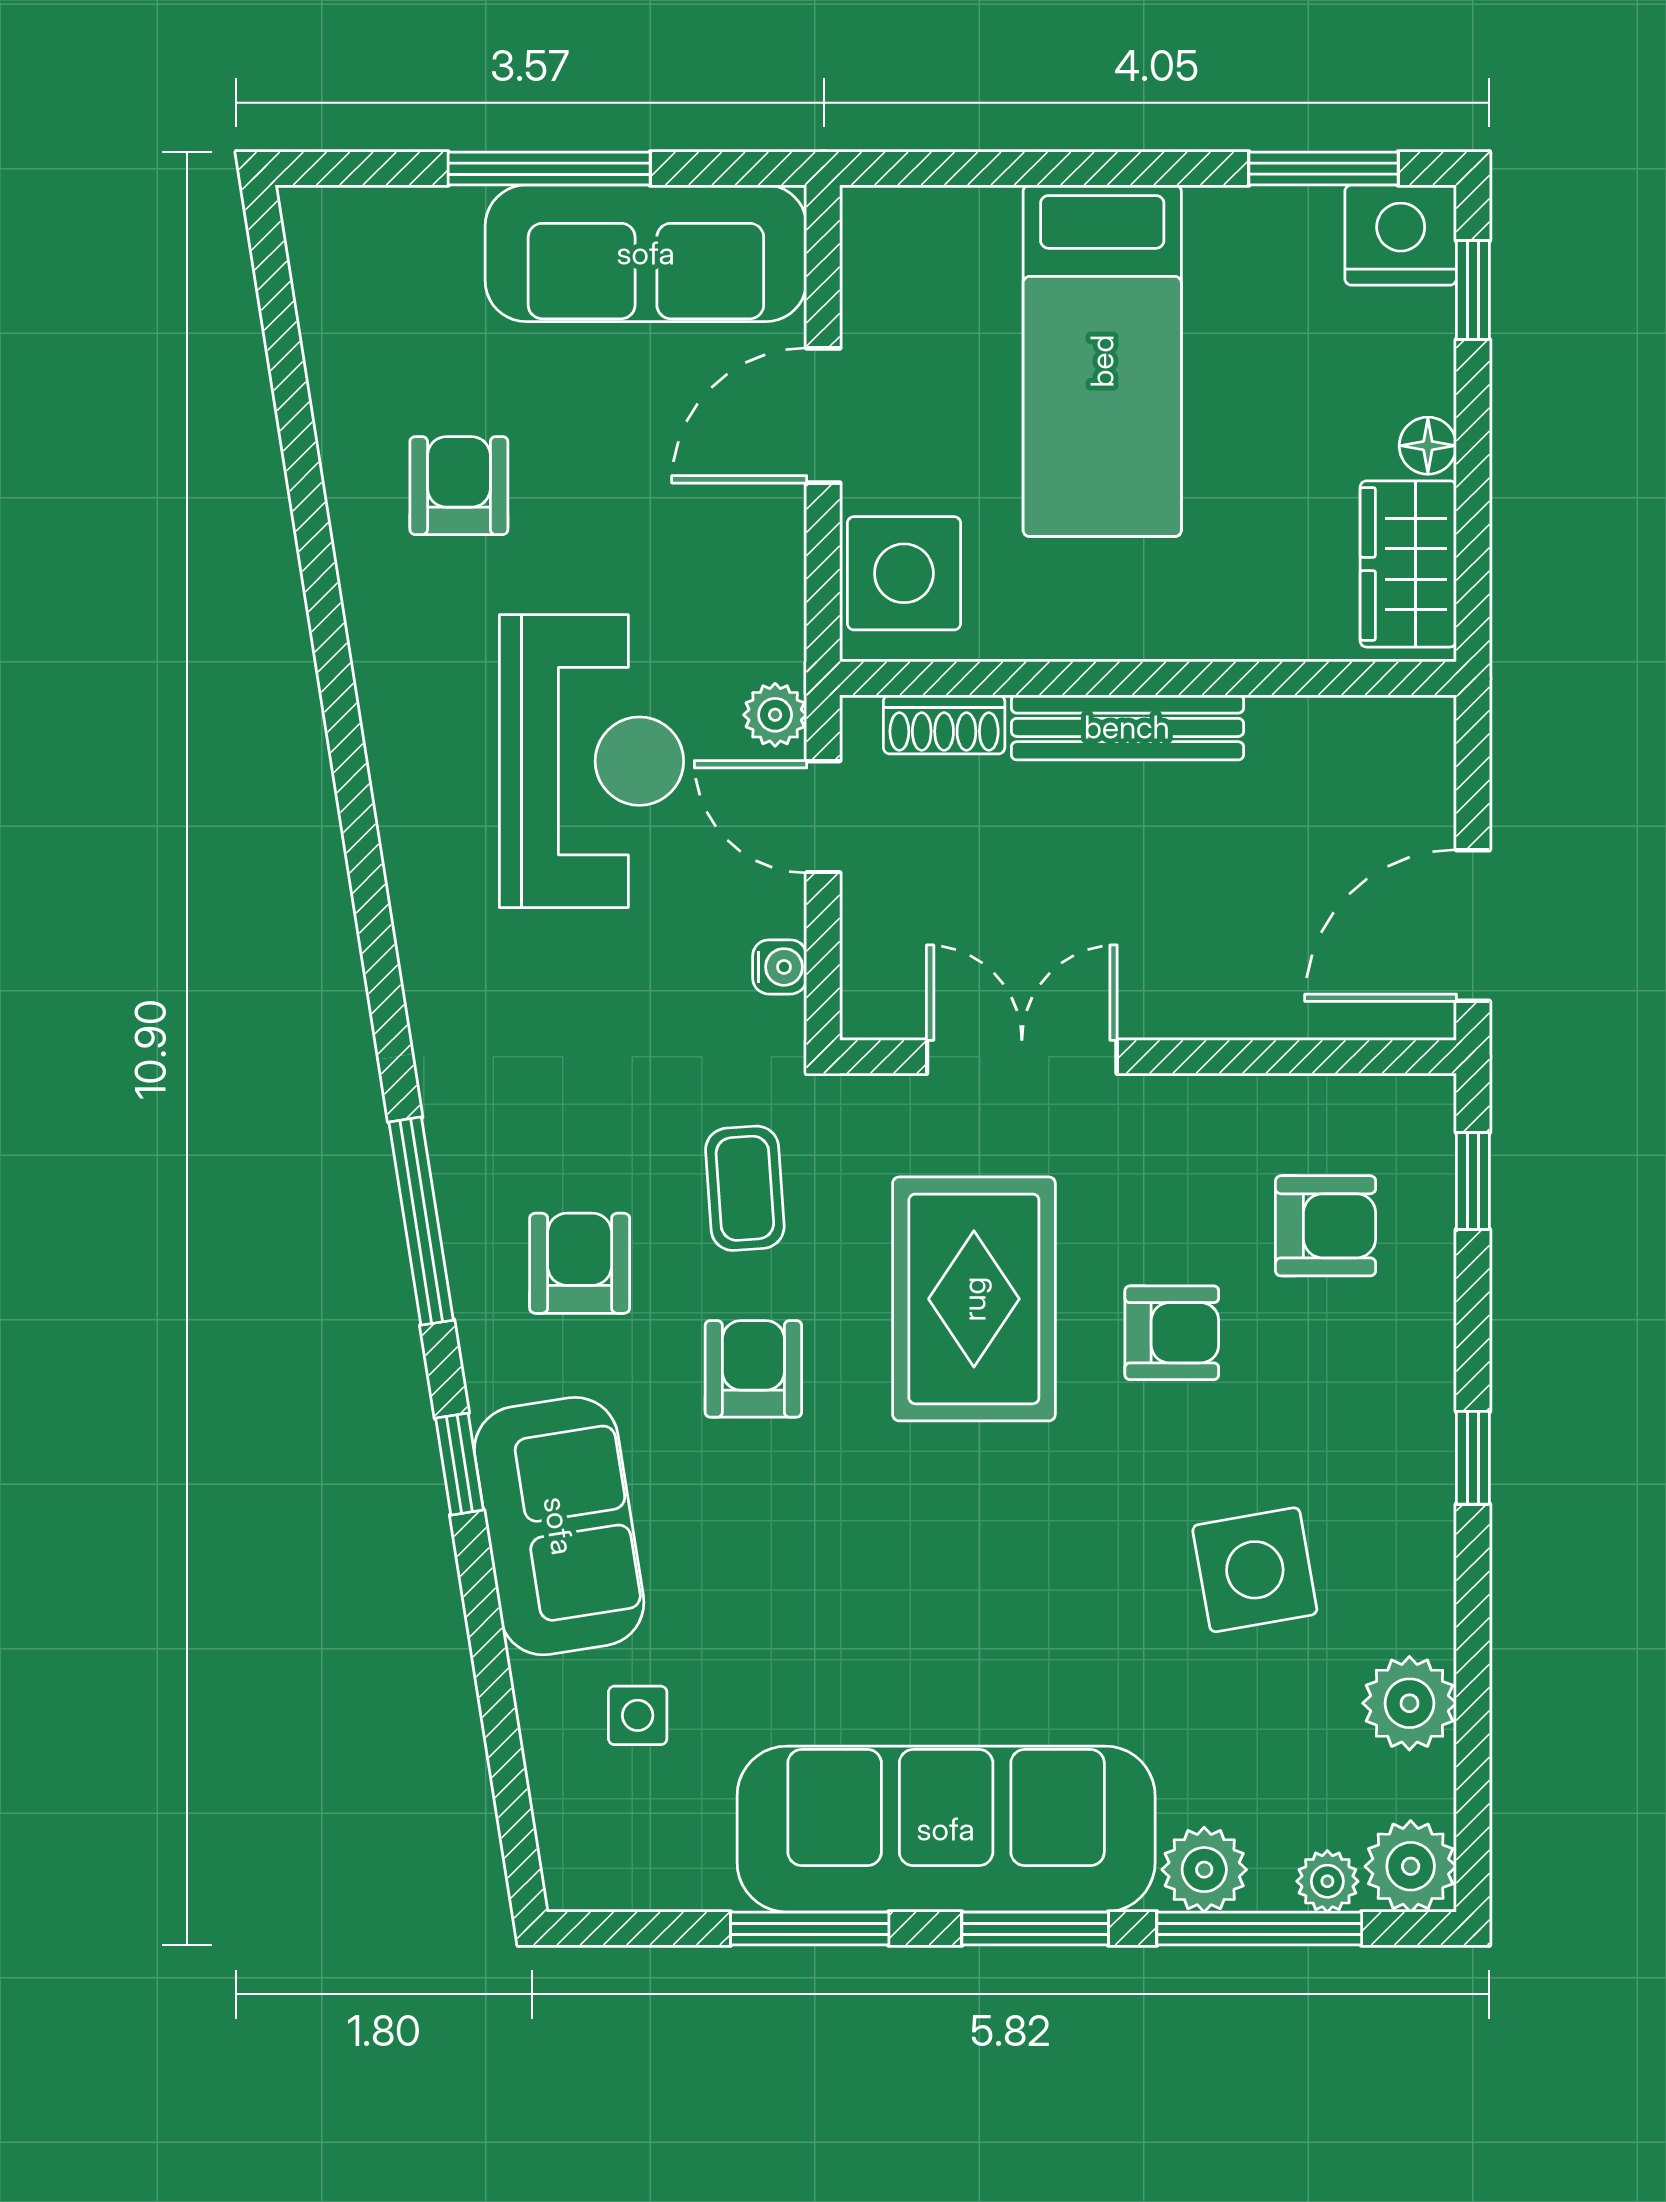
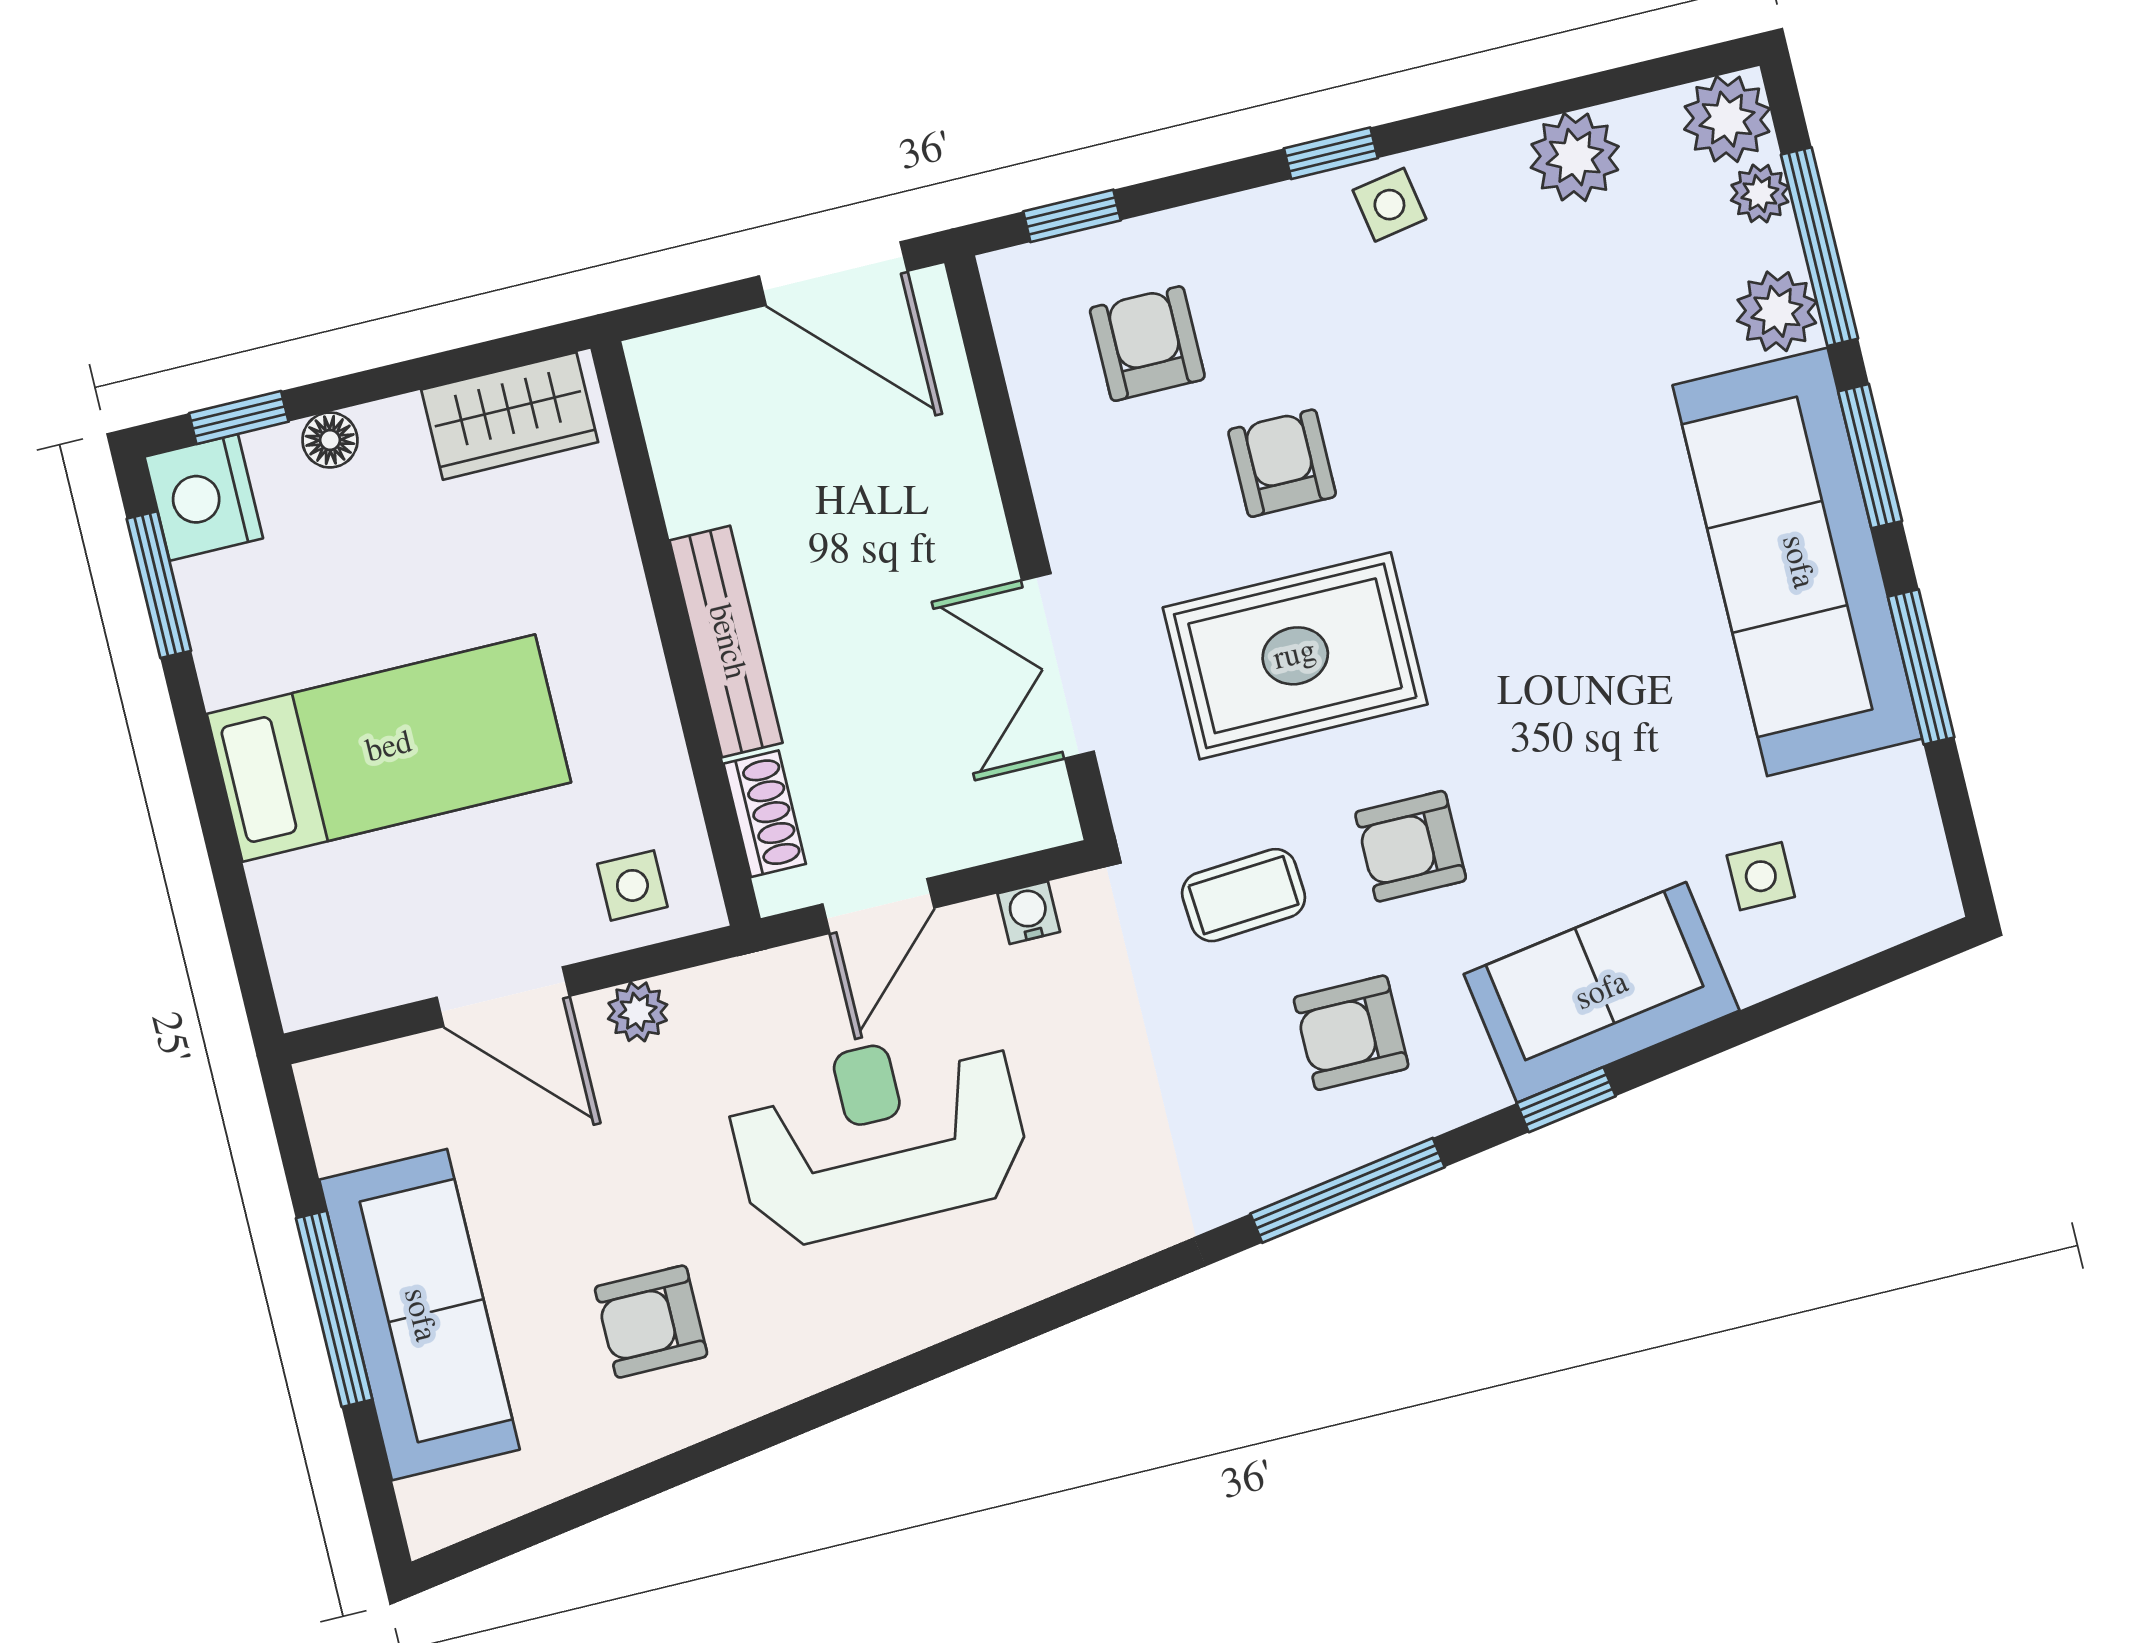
sofa: (646, 253) -> (419, 1315), moved
floor lamp: (1428, 446) -> (330, 440), moved
side table: (904, 573) -> (632, 885), width x0.54, depth x0.54
plant: (775, 715) -> (638, 1012), moved
side table: (1255, 1570) -> (1389, 205), moved, width x0.54, depth x0.54

